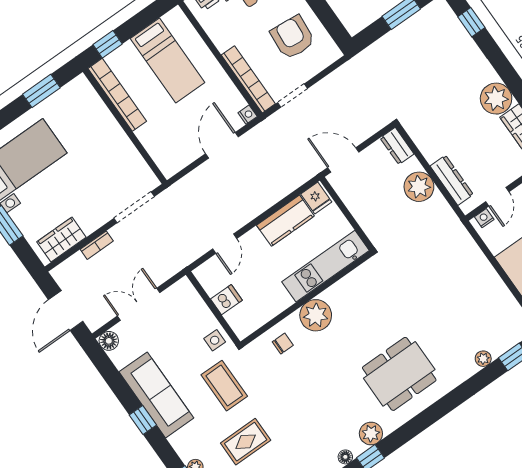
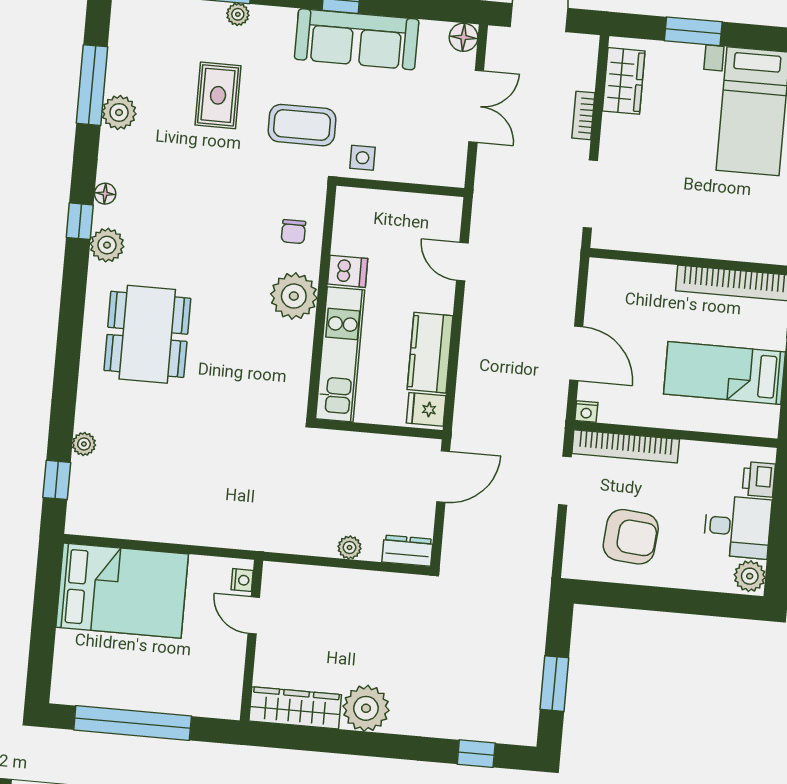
dresser: (452, 180) -> (316, 580), removed
plant: (419, 187) -> (349, 547), width x0.53, depth x0.53
dishwasher: (226, 300) -> (348, 271), moved, turned -90

